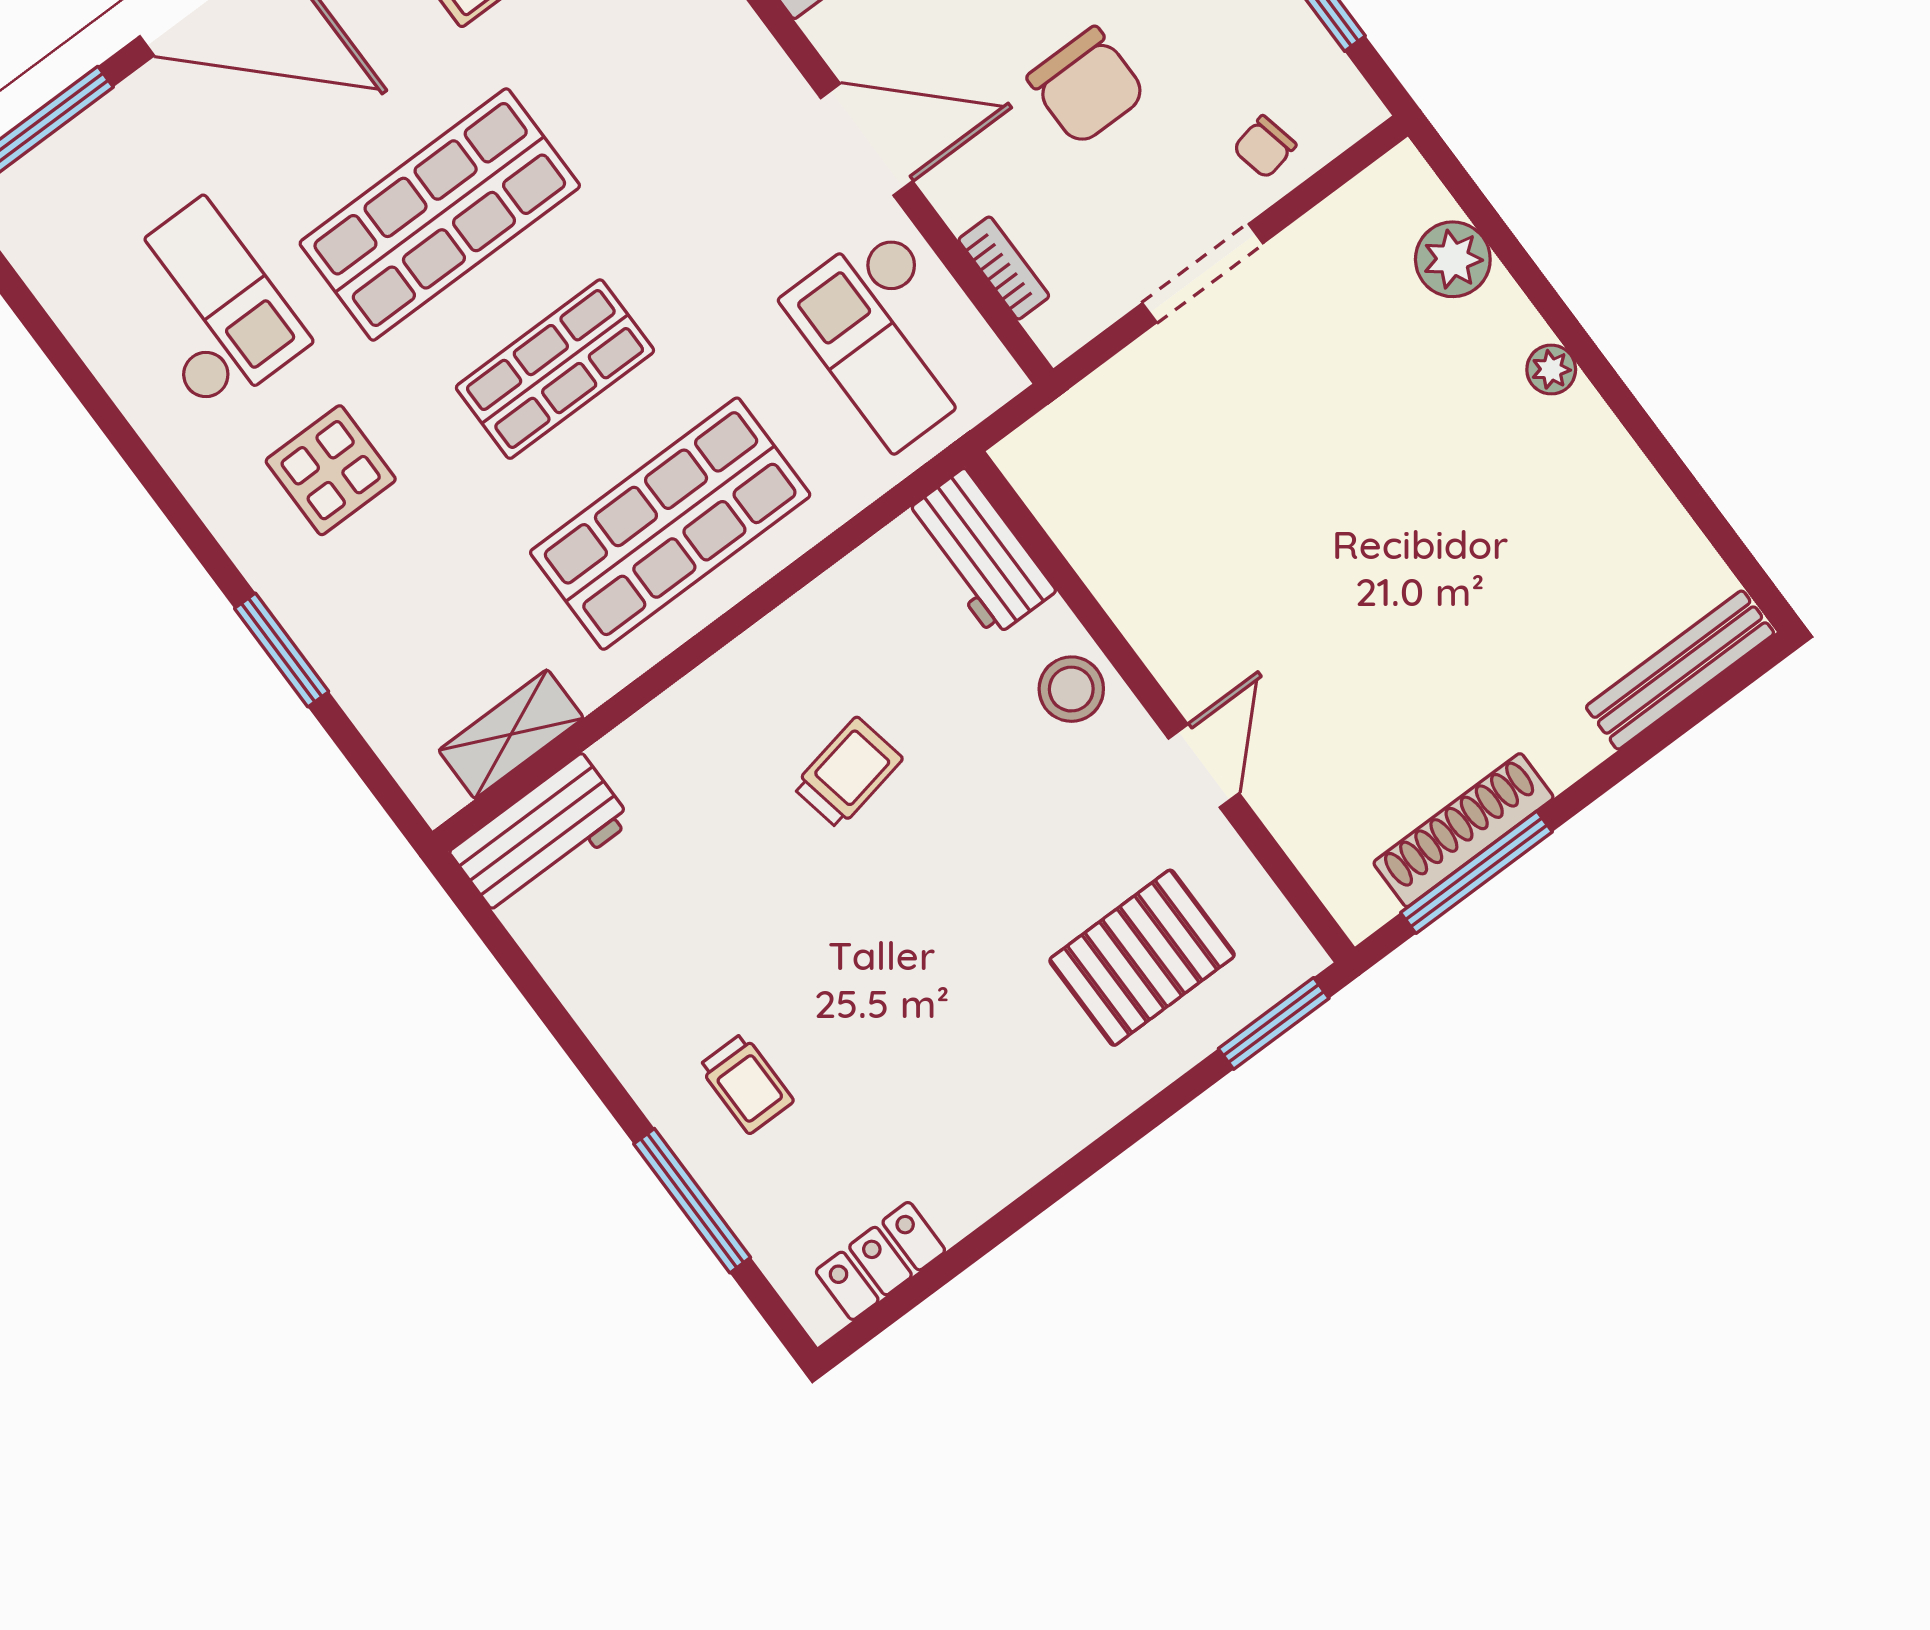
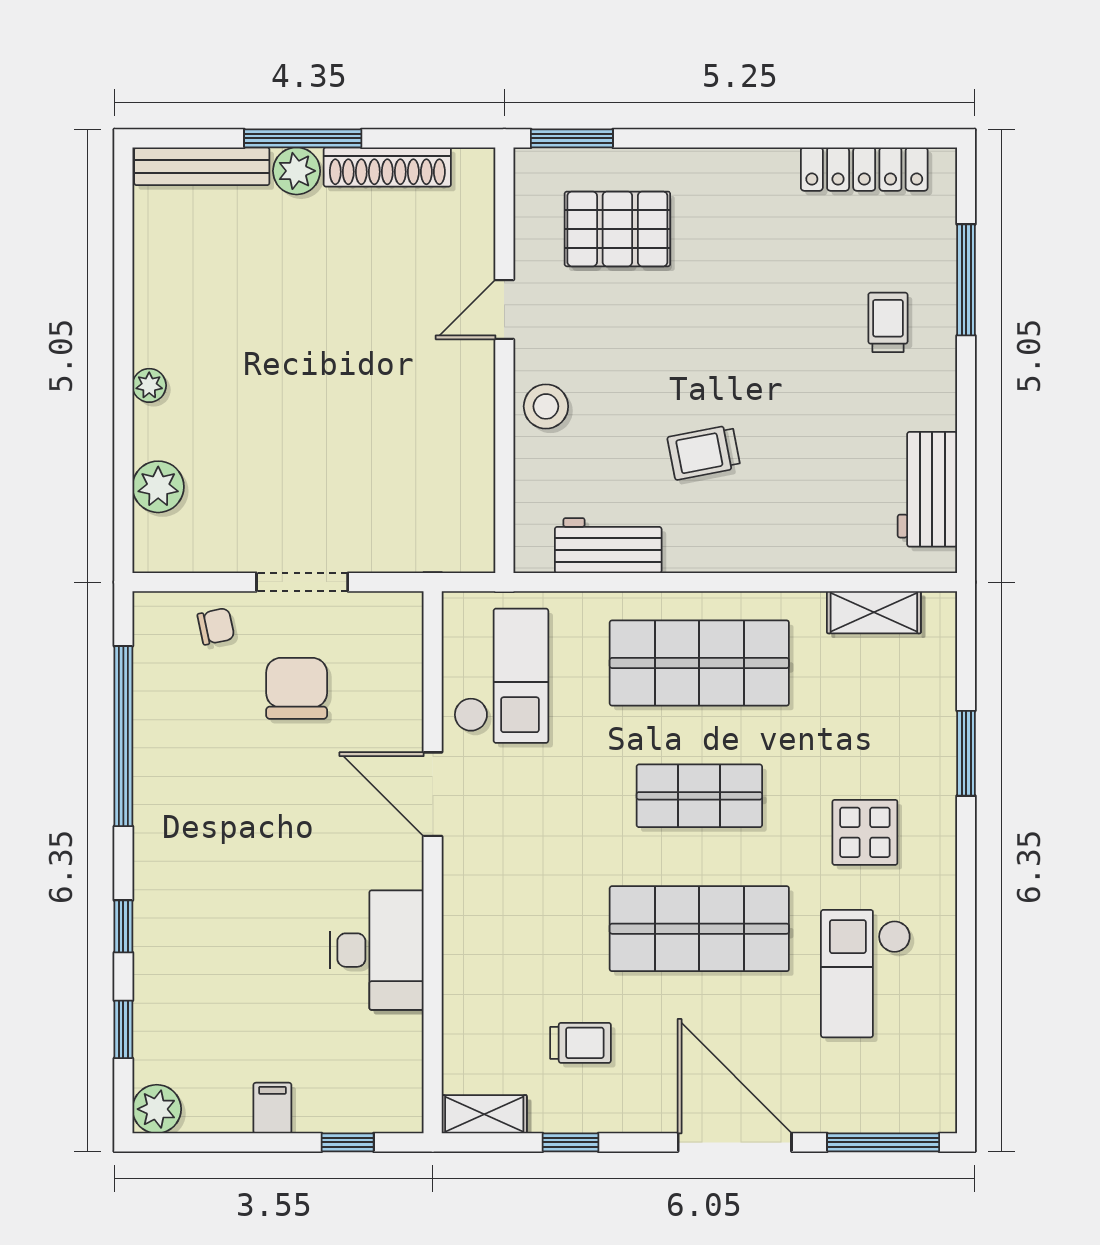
chair: (1087, 86) -> (297, 688), moved
bookcase: (1004, 268) -> (410, 667), removed
workbench: (979, 553) -> (608, 546), moved, turned -90
plant: (1566, 747) -> (297, 171), added
workbench: (541, 836) -> (927, 489), moved, turned -90
window: (1476, 872) -> (303, 138), moved
locker: (880, 1261) -> (864, 169), width x1.53

